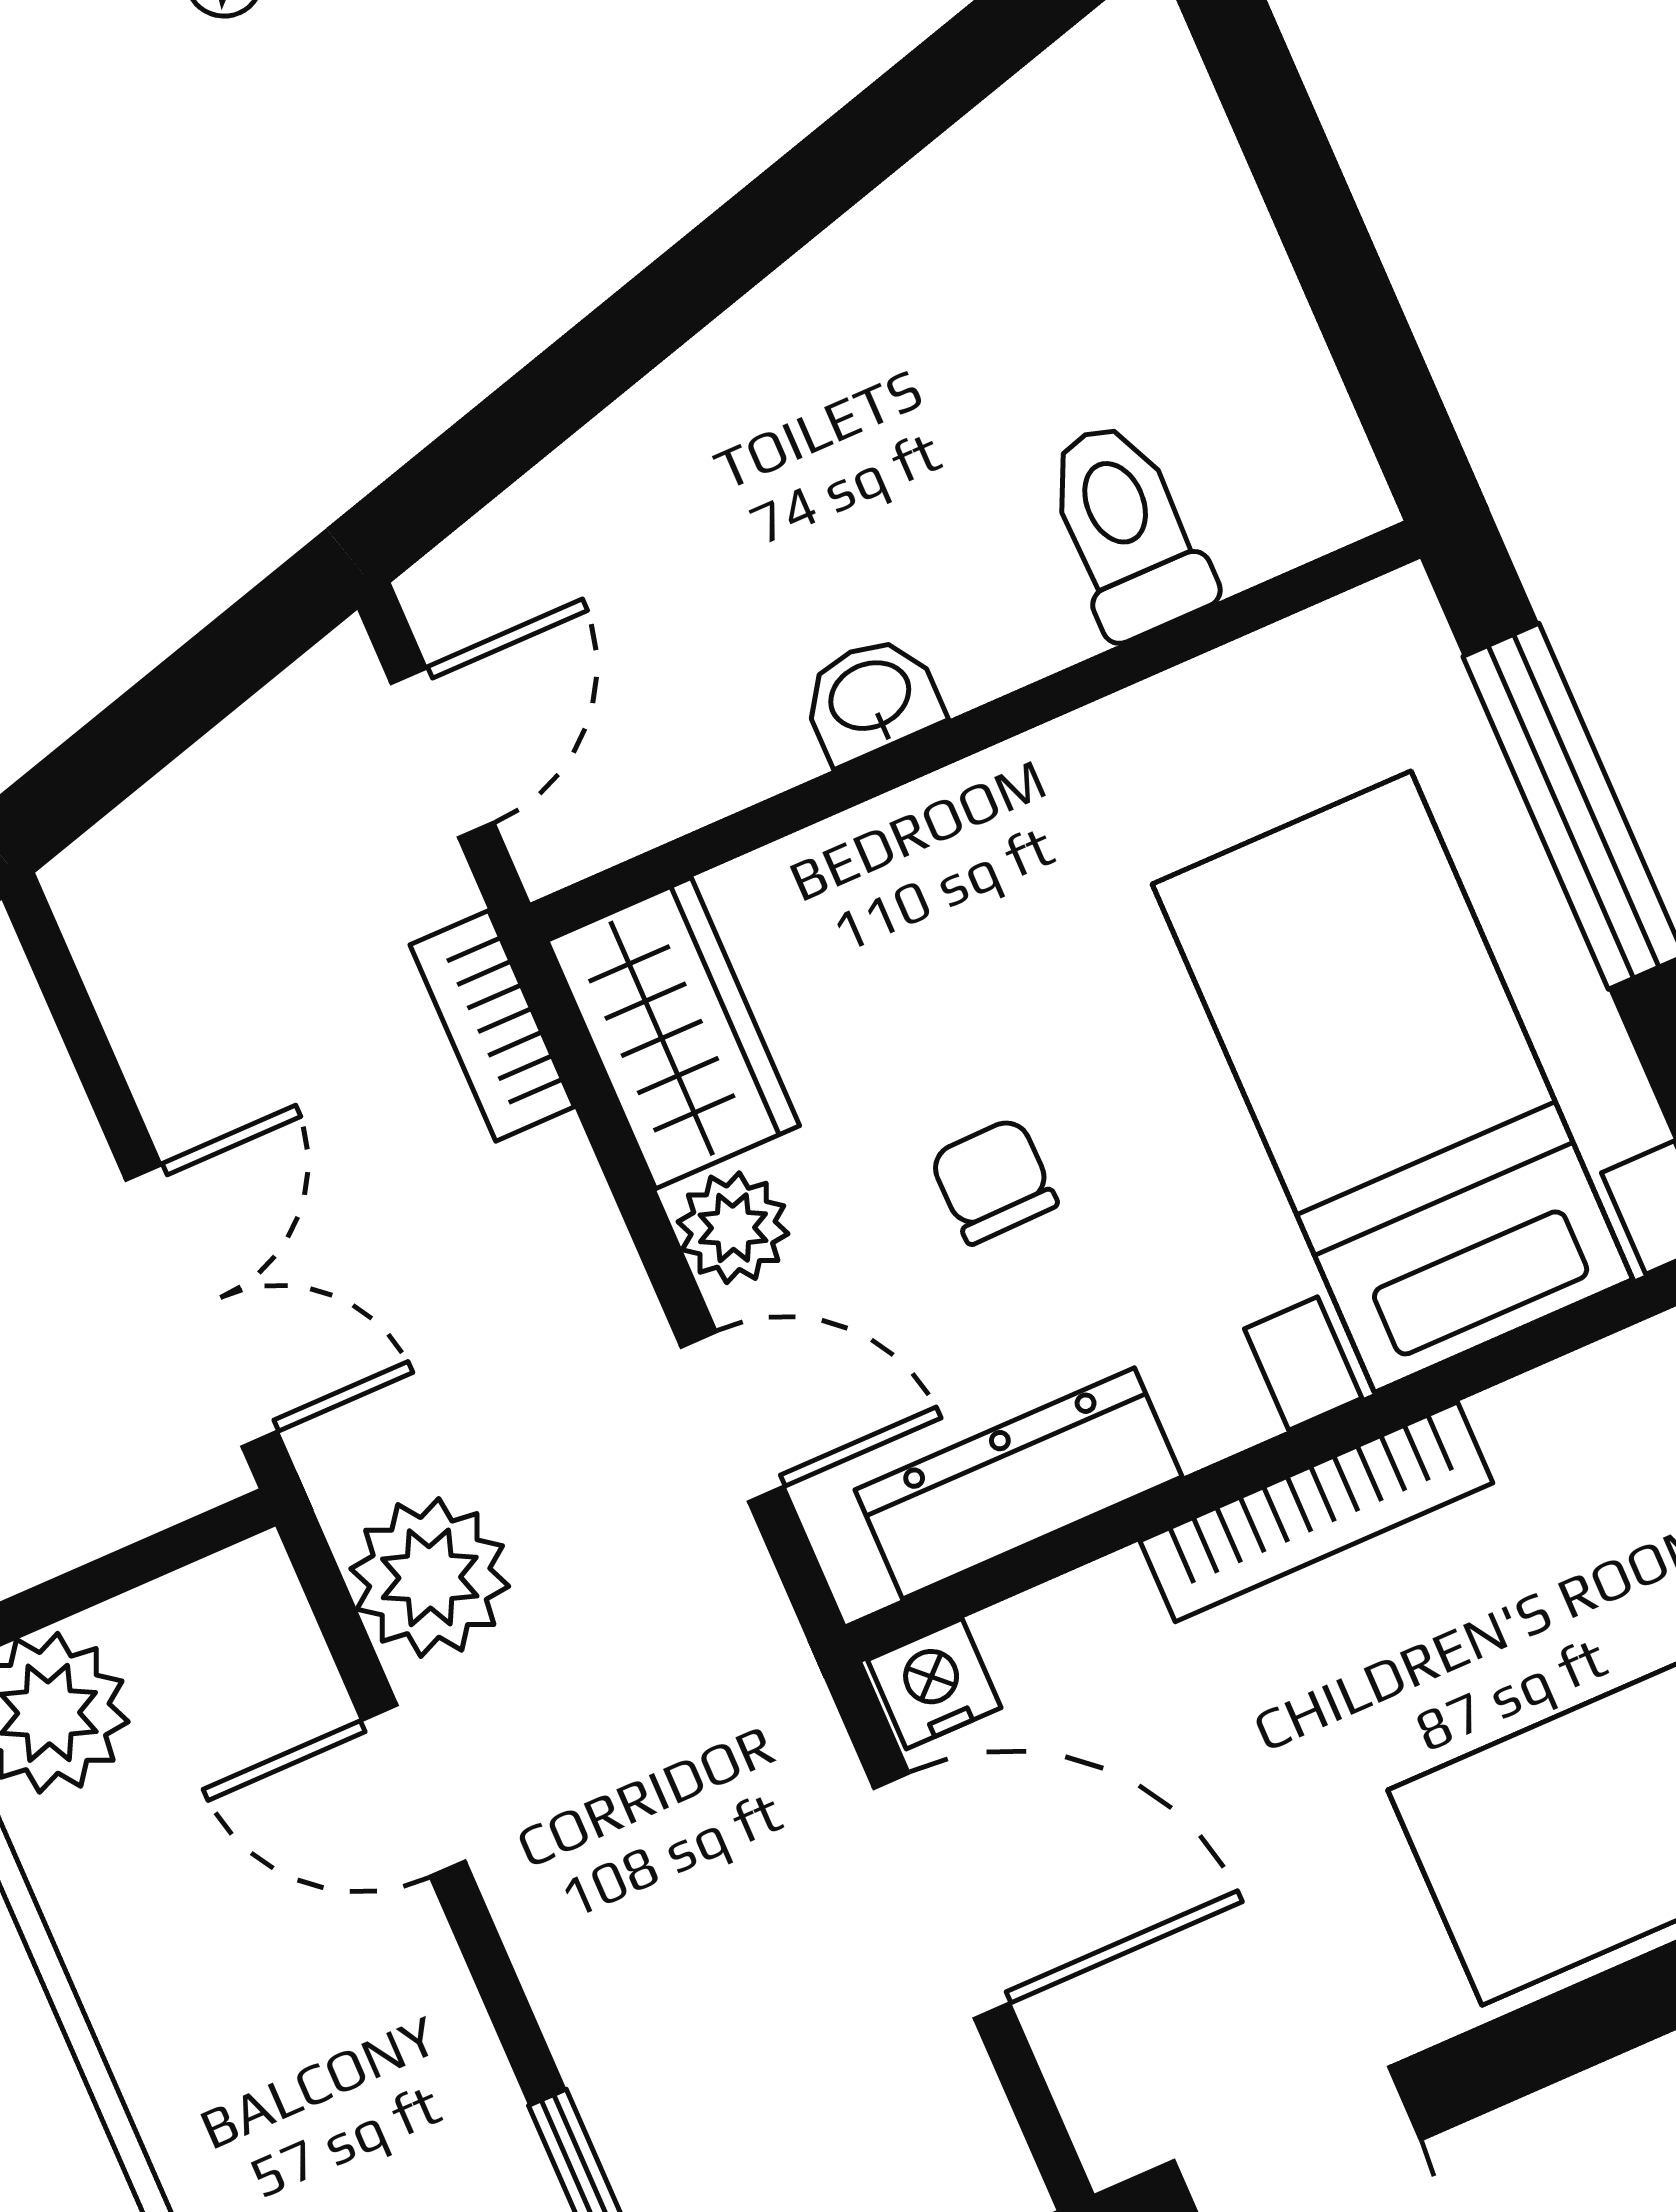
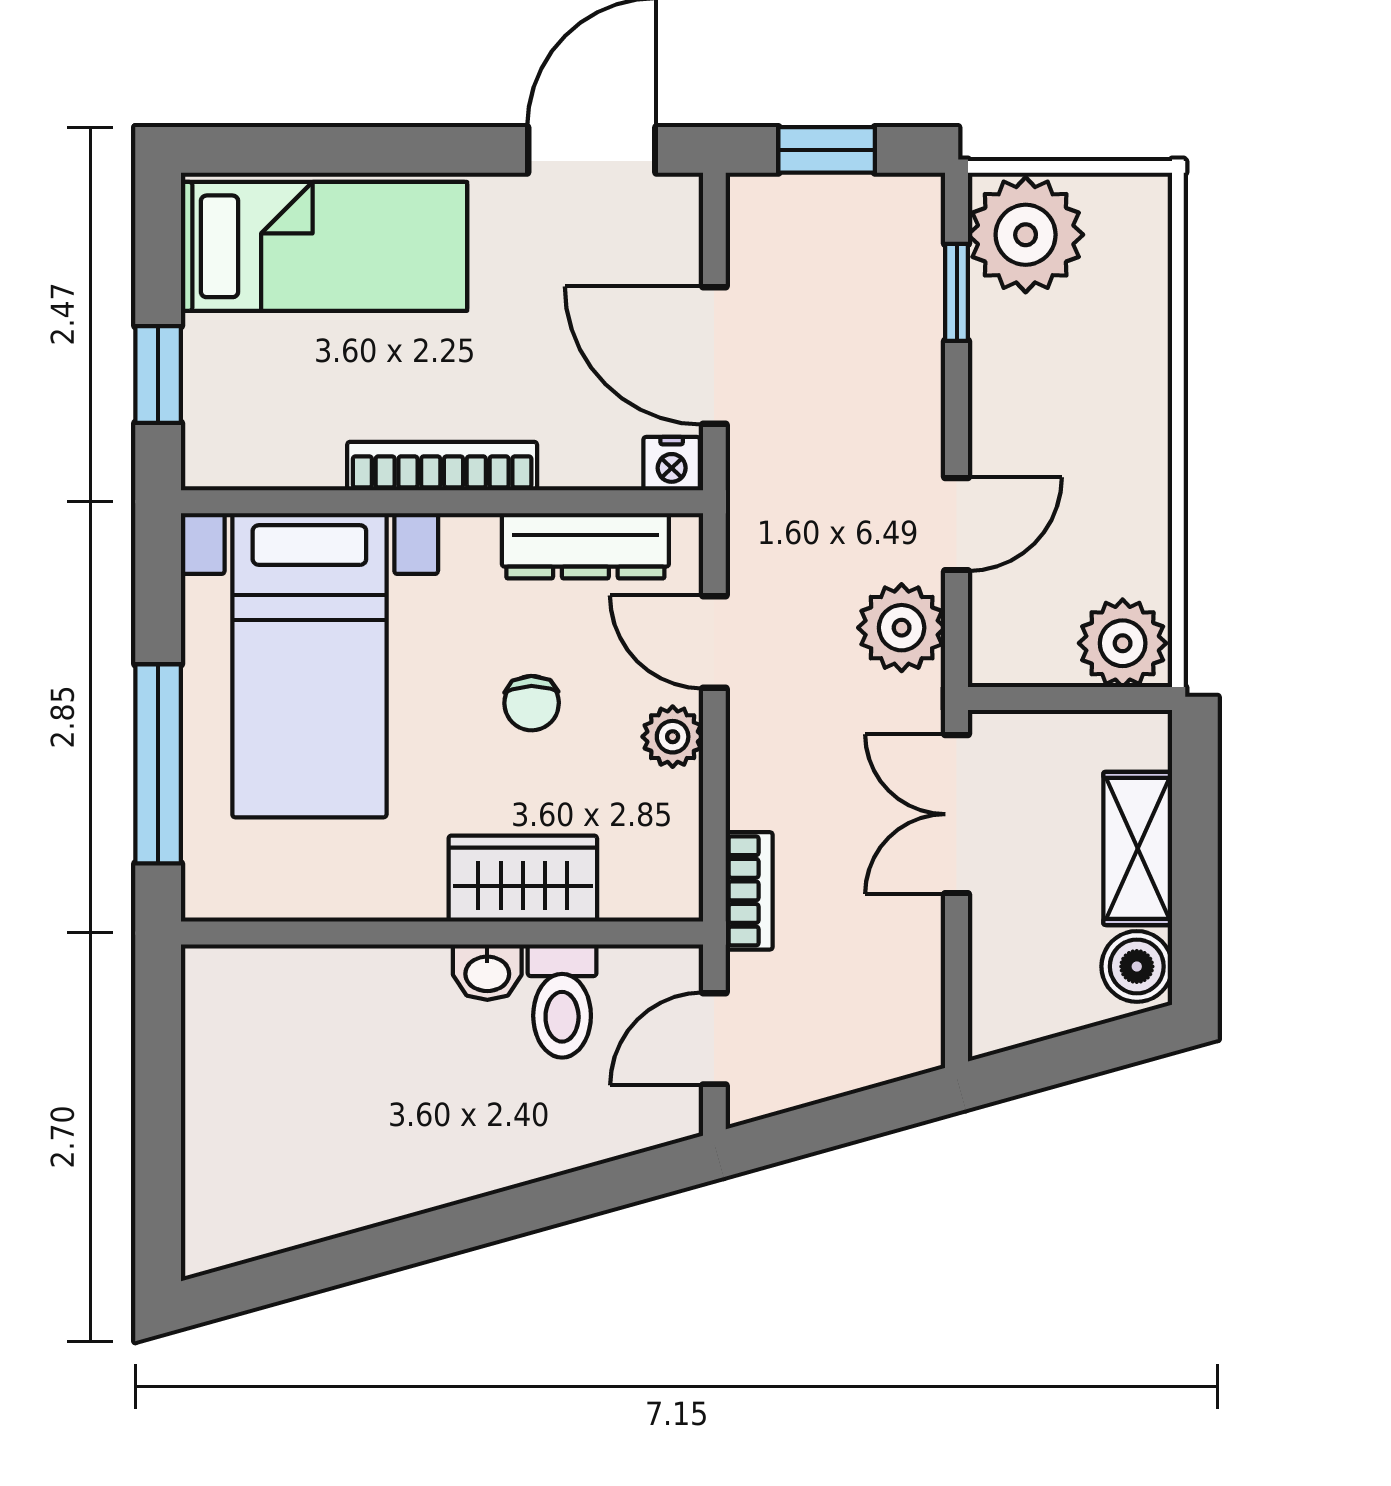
toilet: (1127, 529) -> (562, 1001), moved
wardrobe: (673, 1033) -> (523, 879), moved, turned 90
door: (413, 1791) -> (957, 524), hinge flipped

